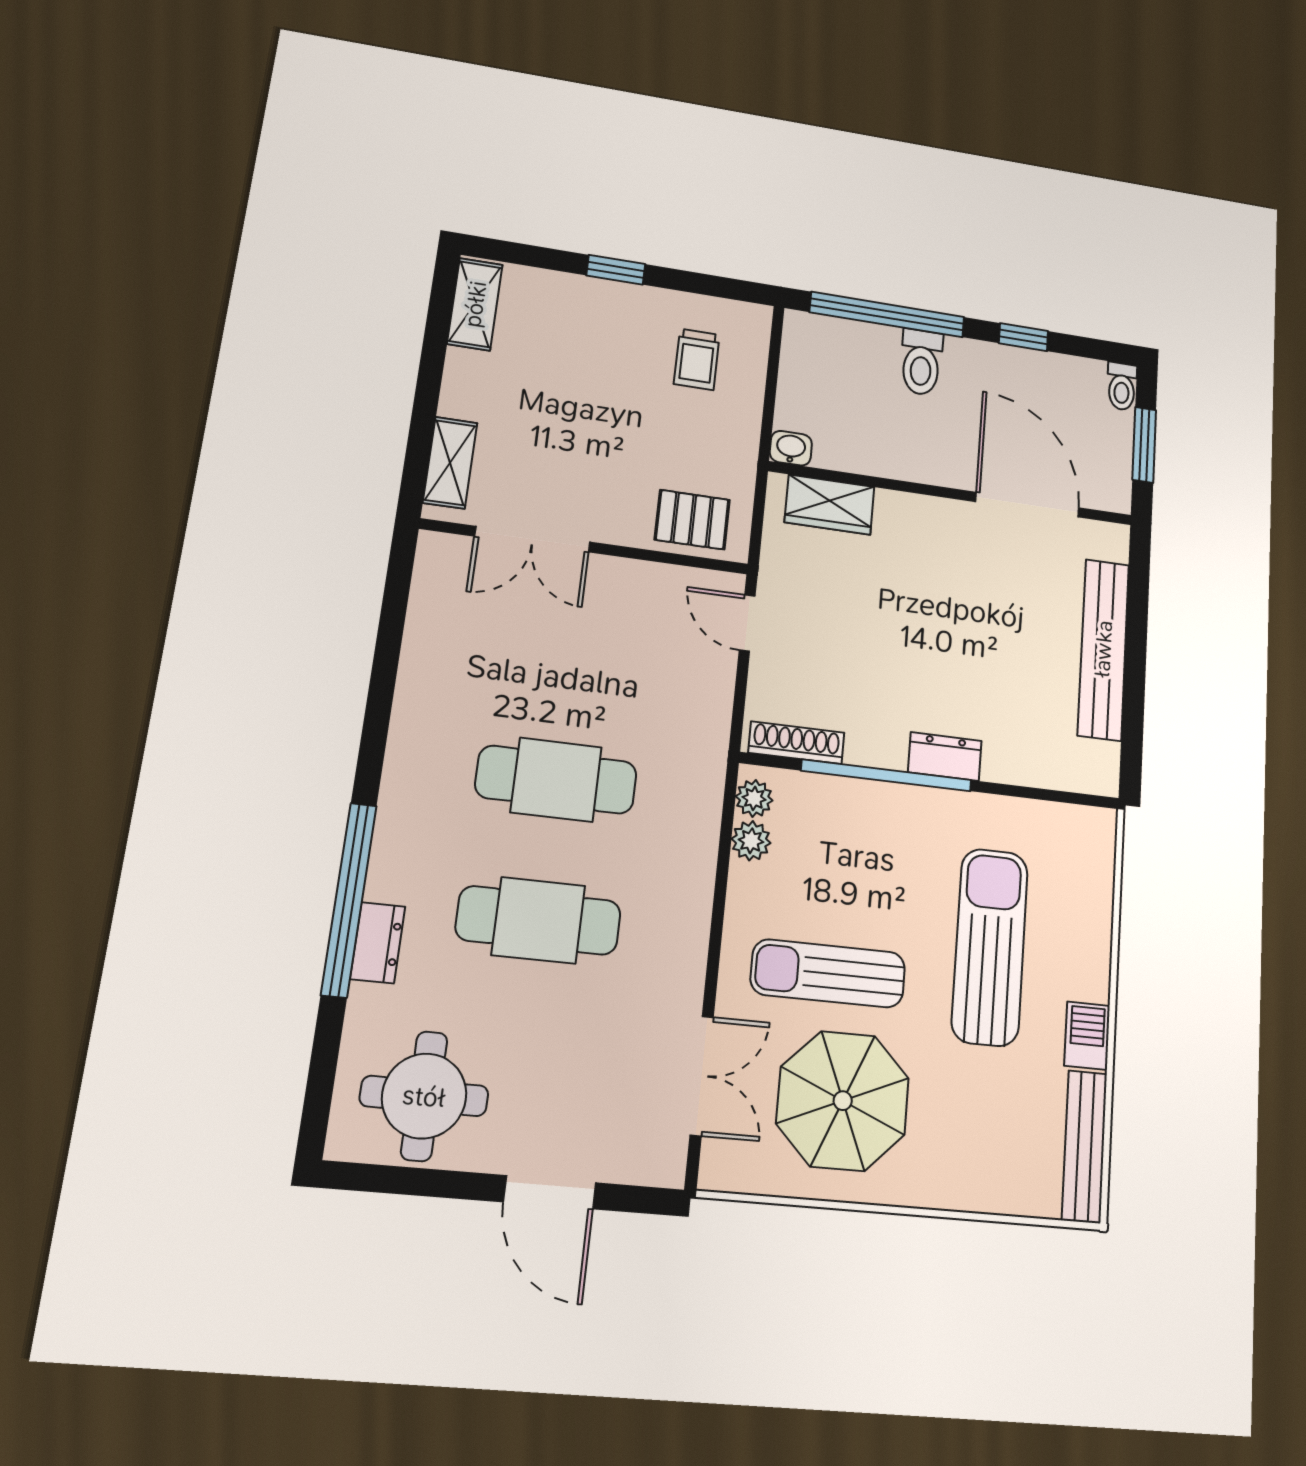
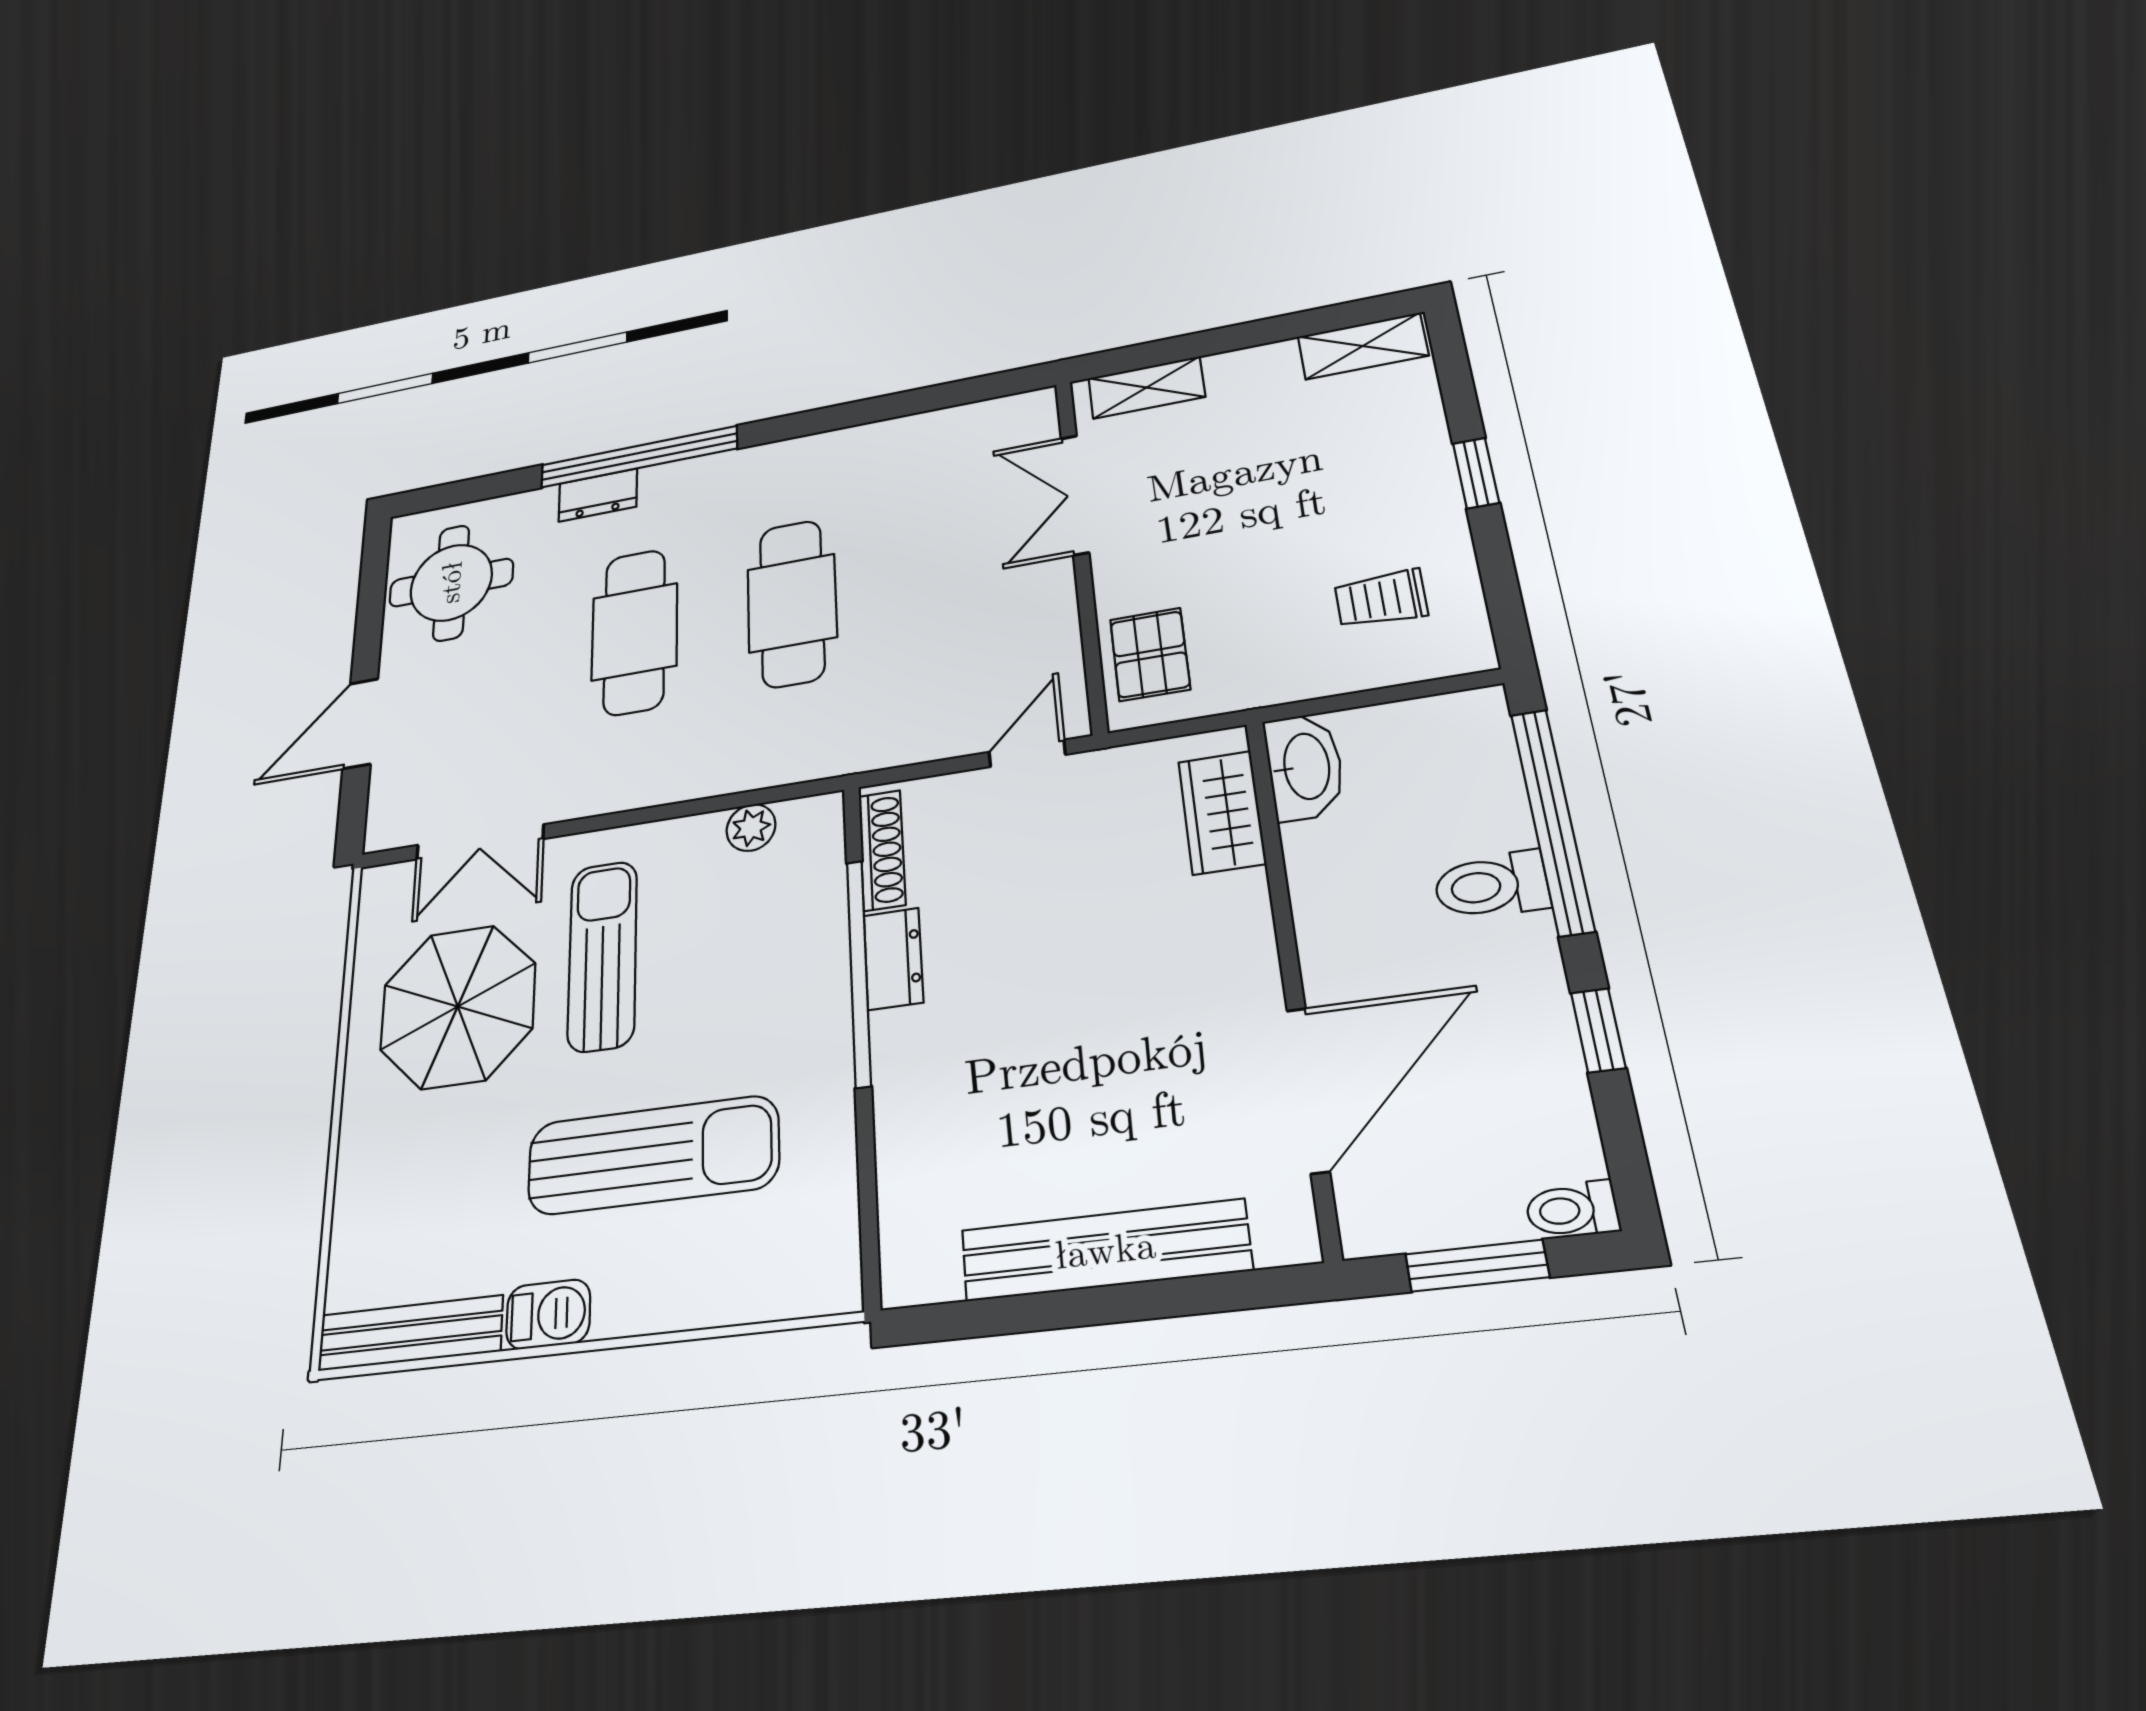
washbasin: (791, 448) -> (1305, 766), width x1.91, depth x1.45
dresser: (945, 757) -> (893, 959), moved
plant: (754, 798) -> (803, 818), removed

